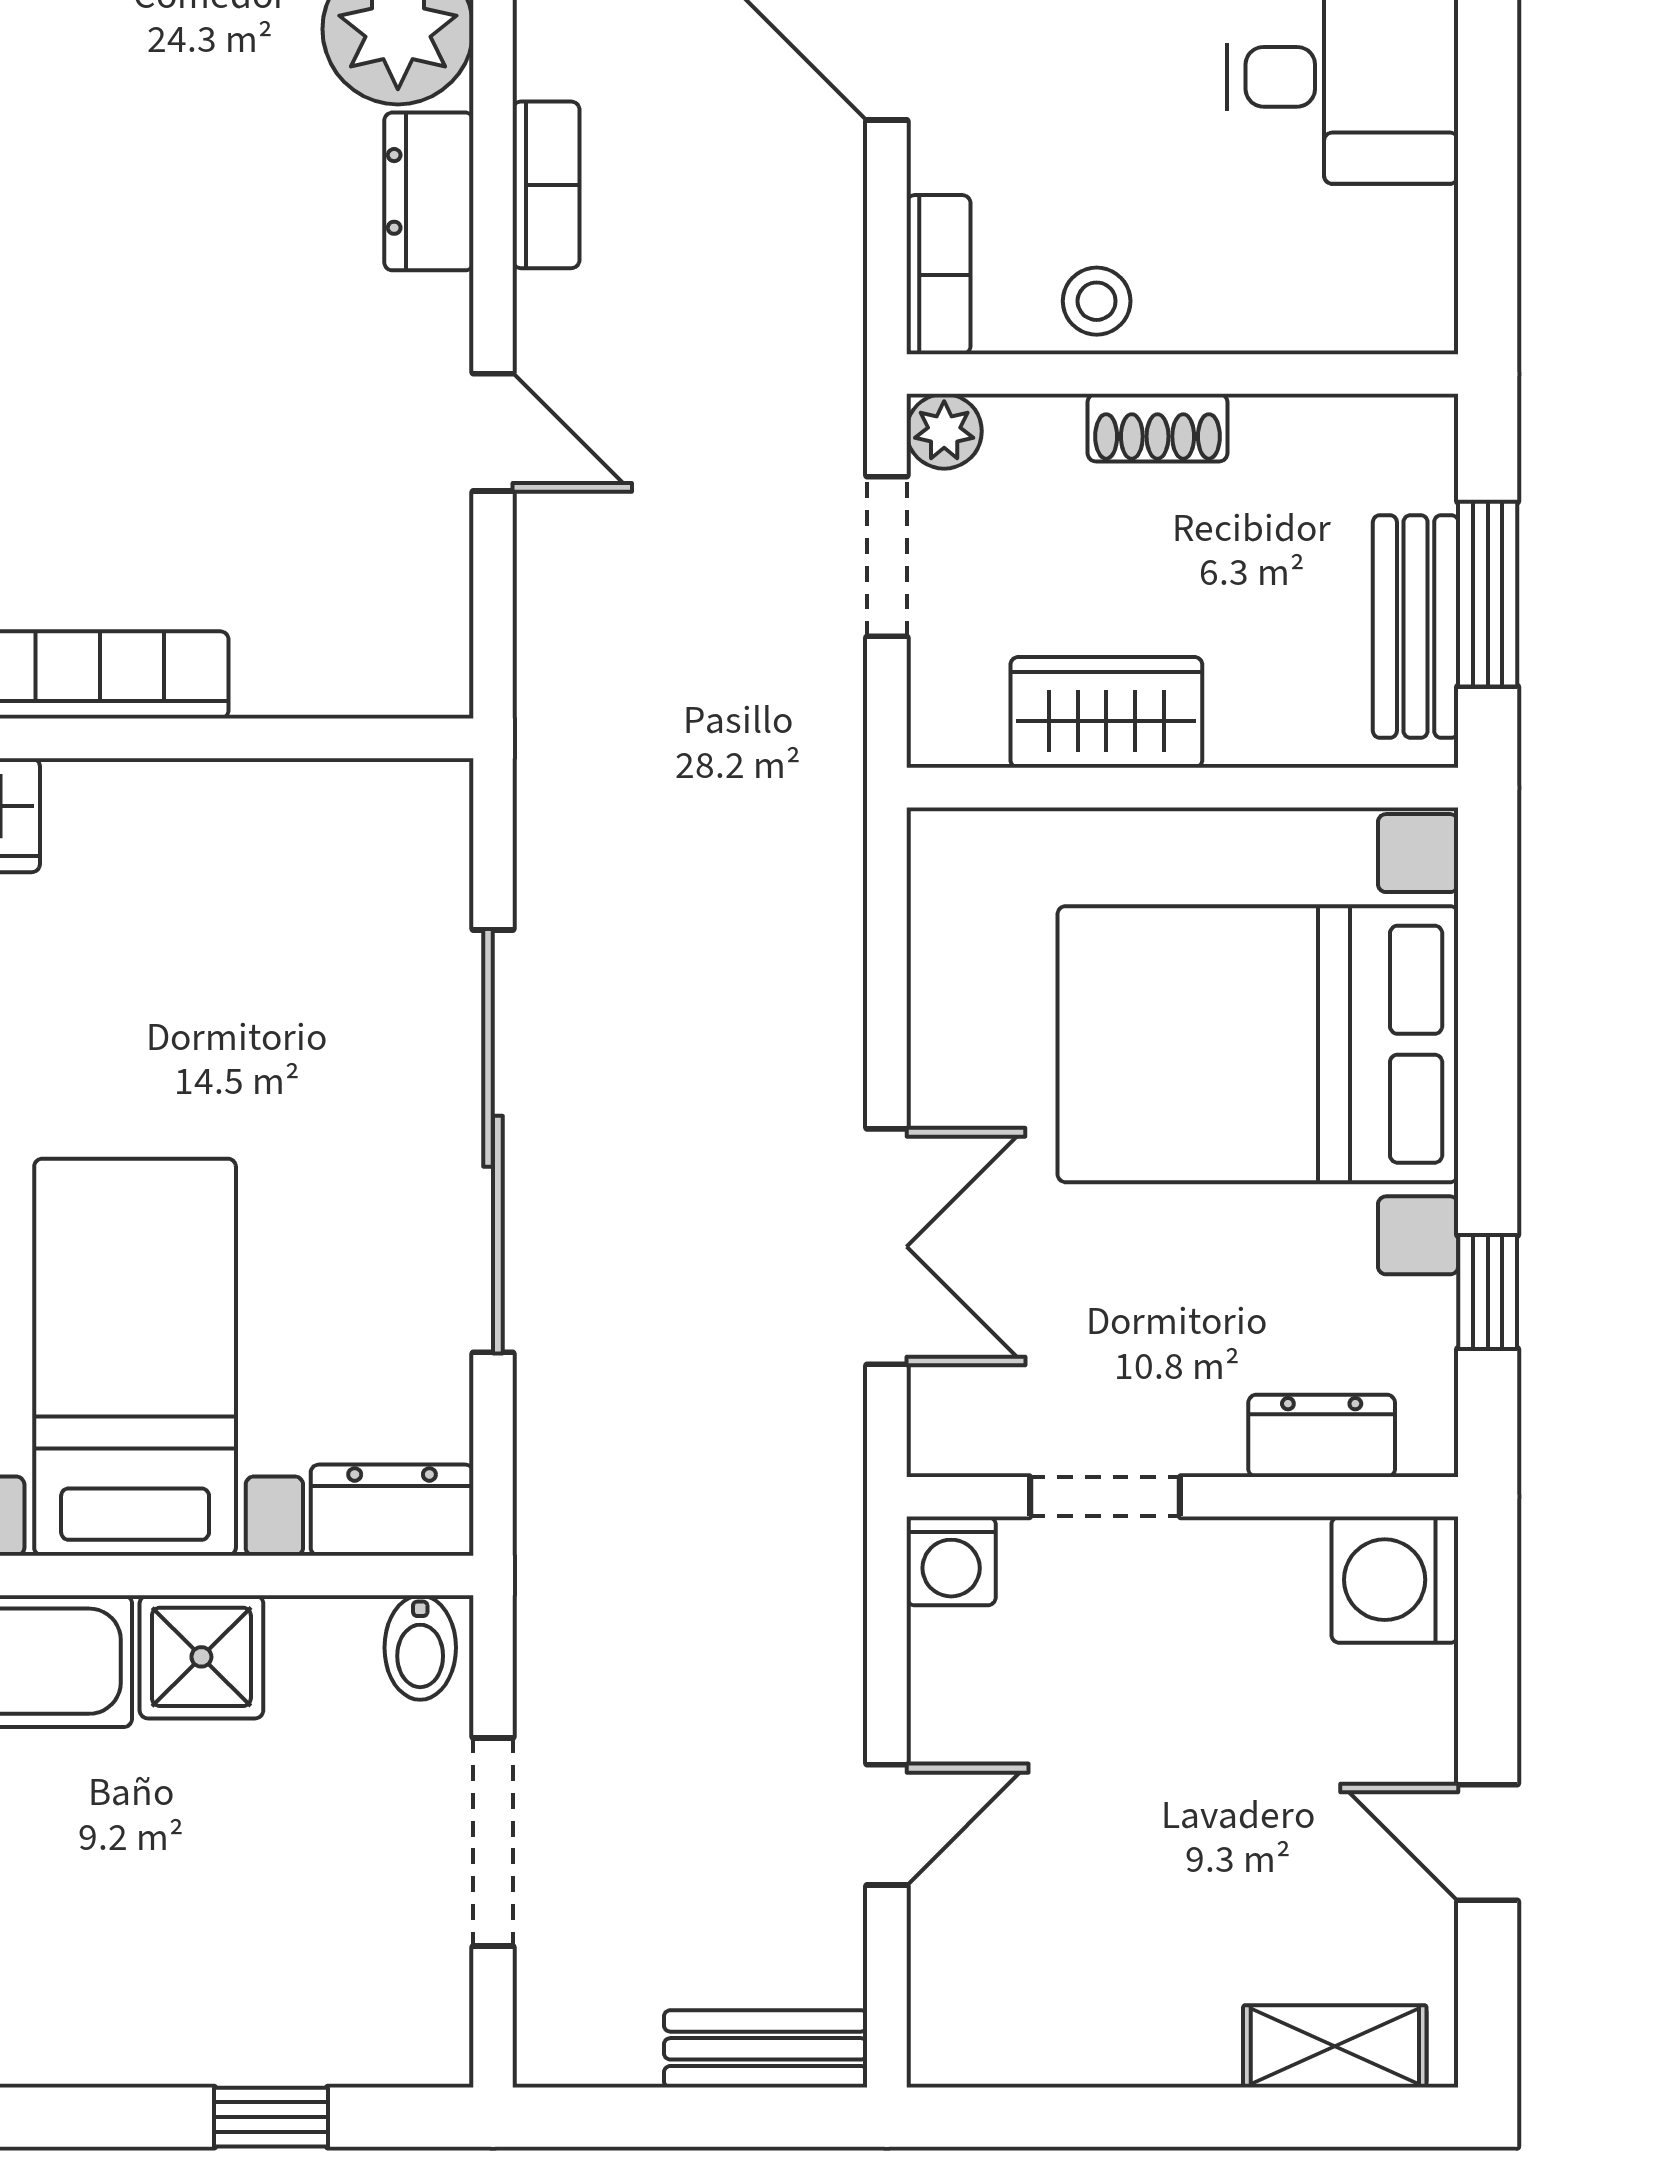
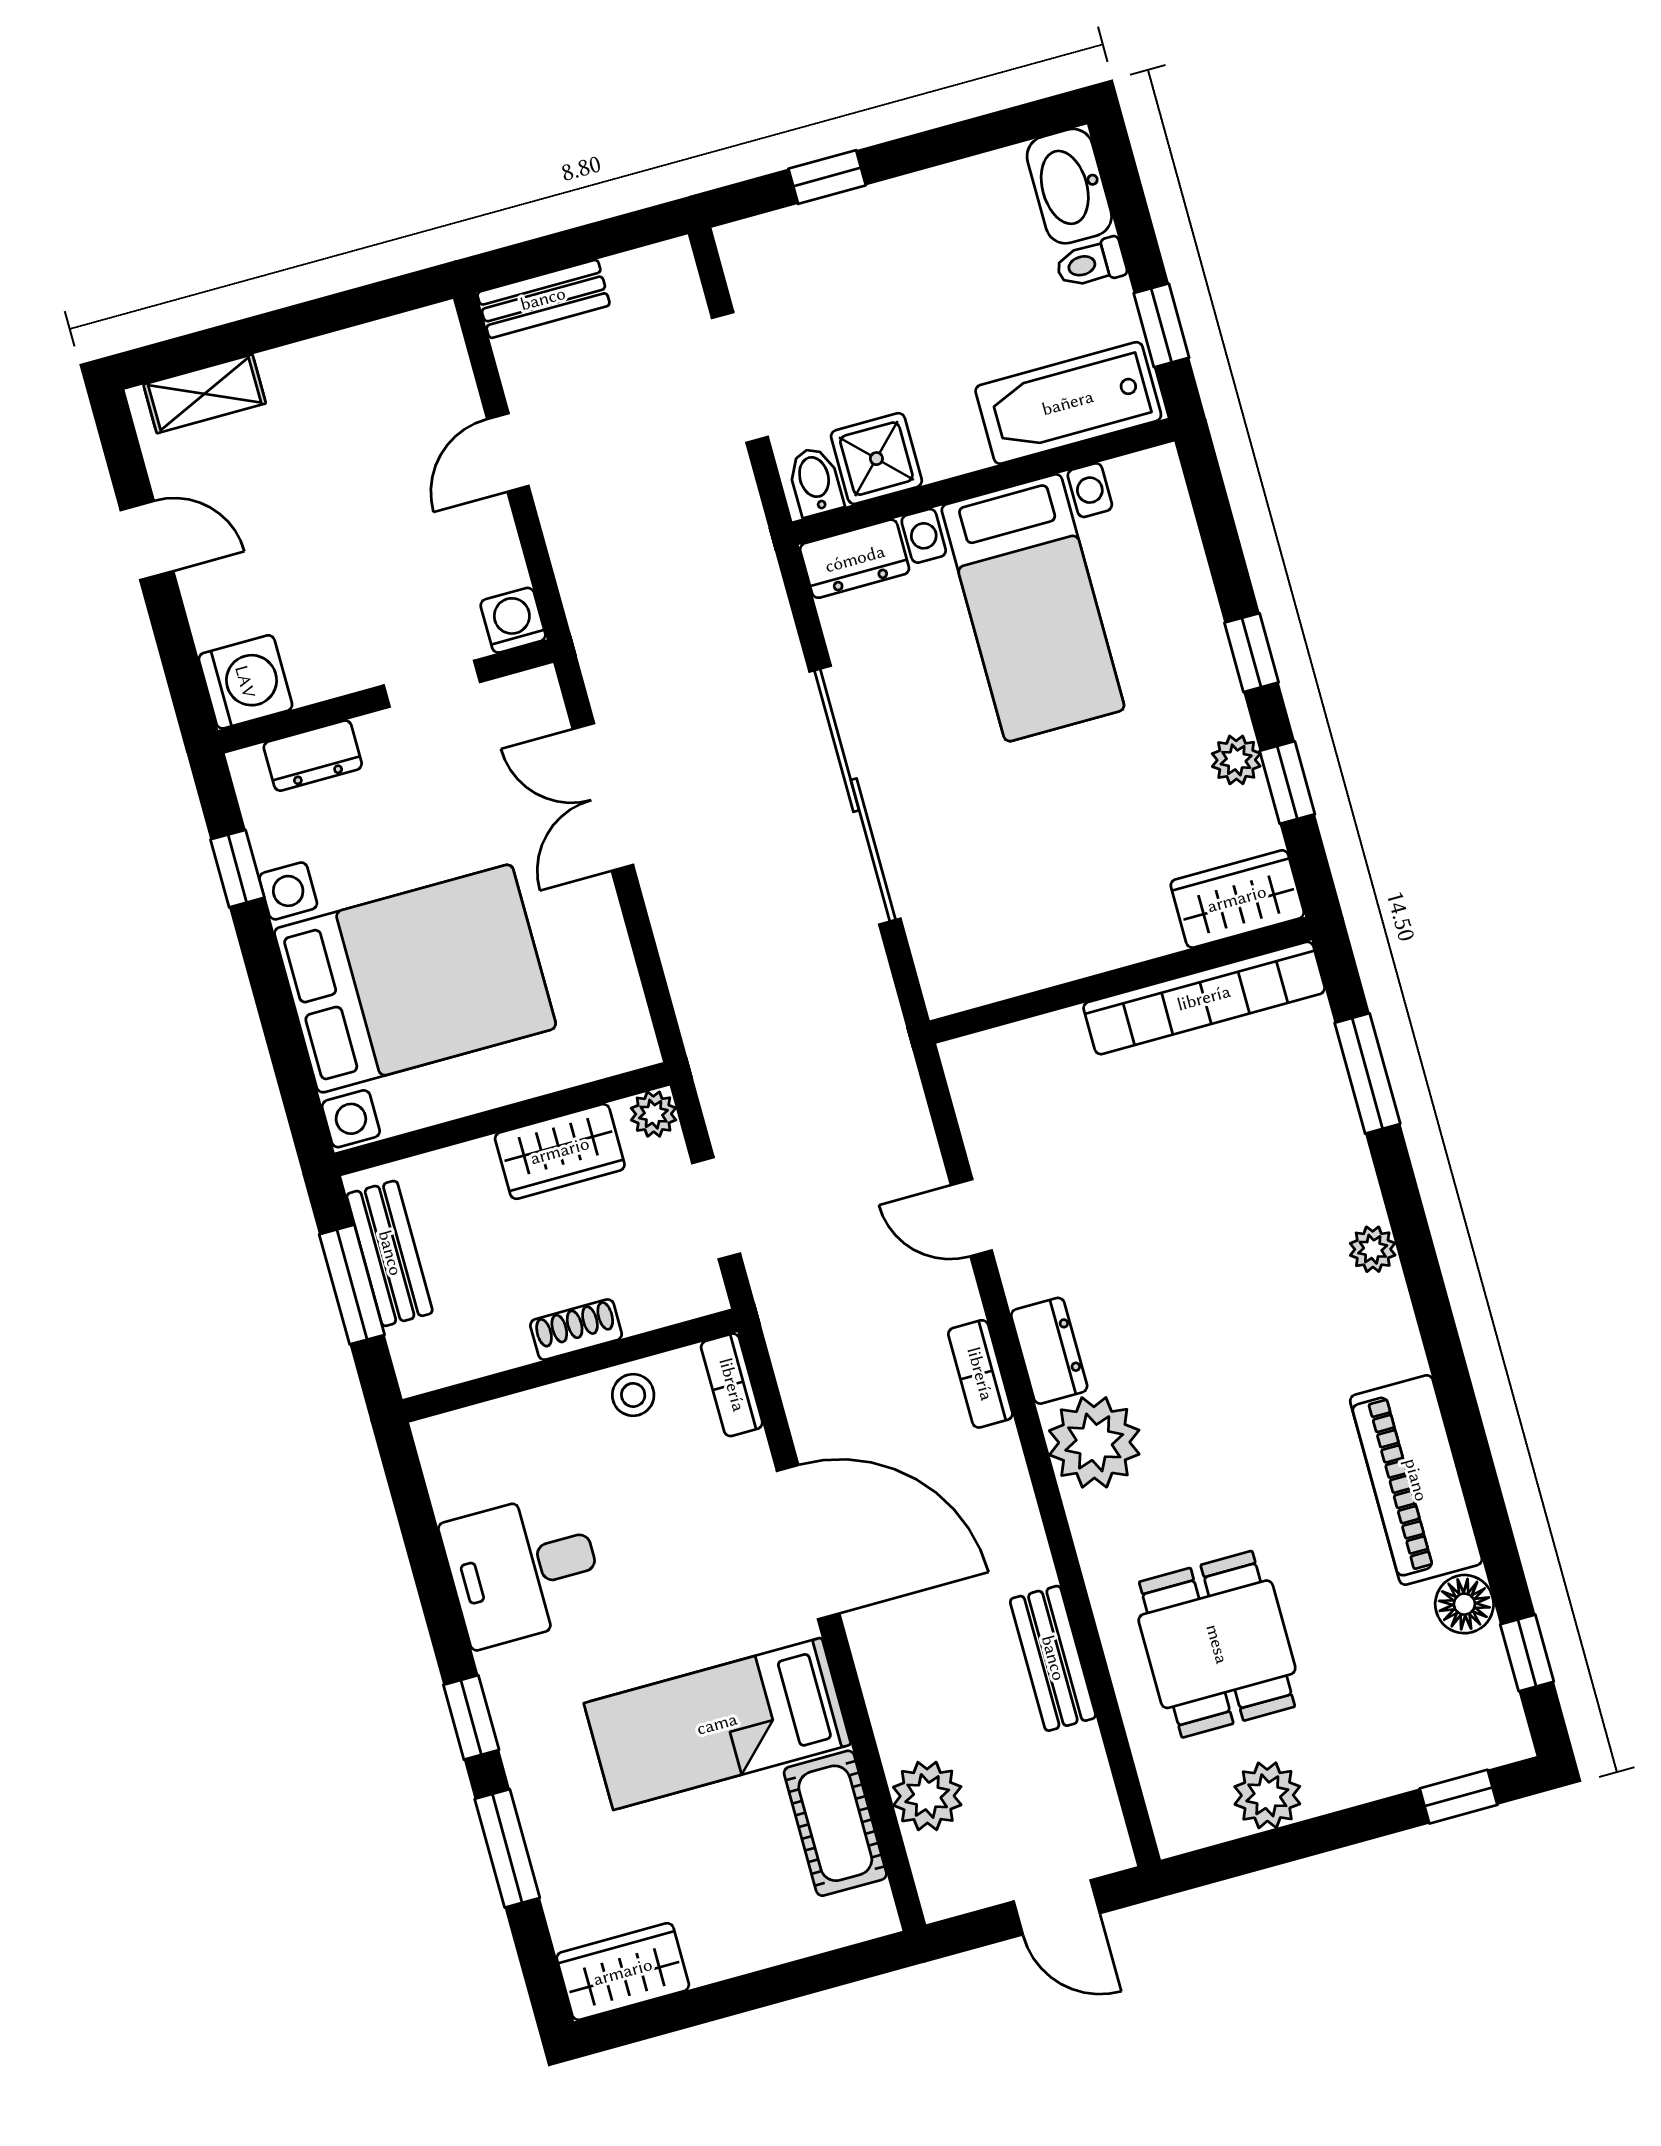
plant: (944, 431) -> (654, 1114), moved
shower: (201, 1657) -> (876, 459), moved

